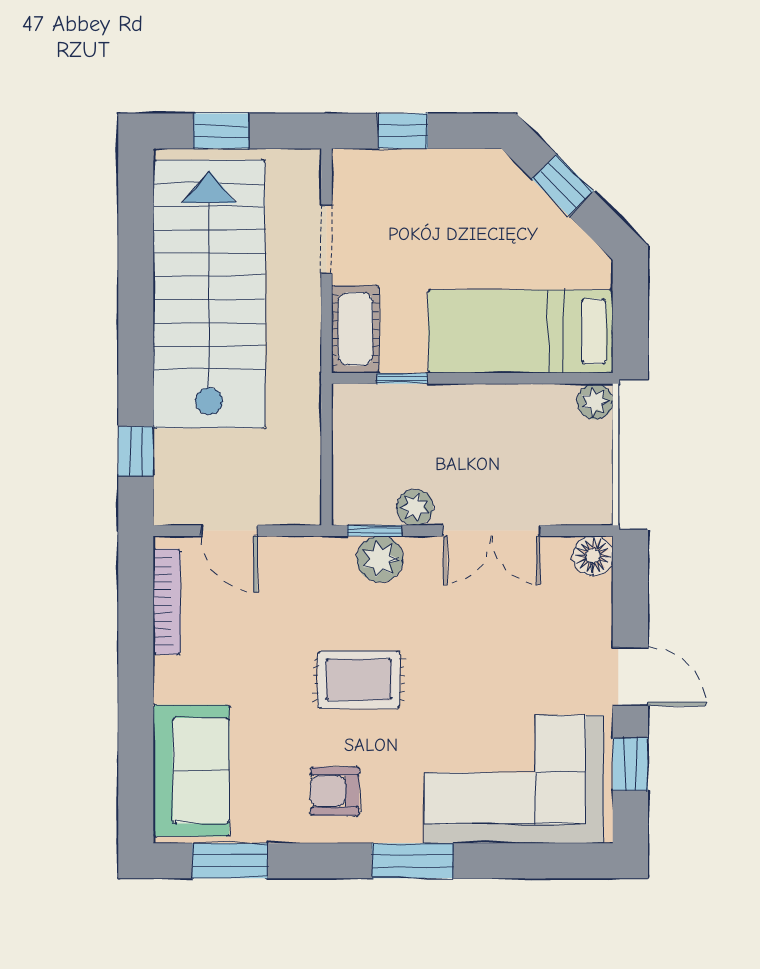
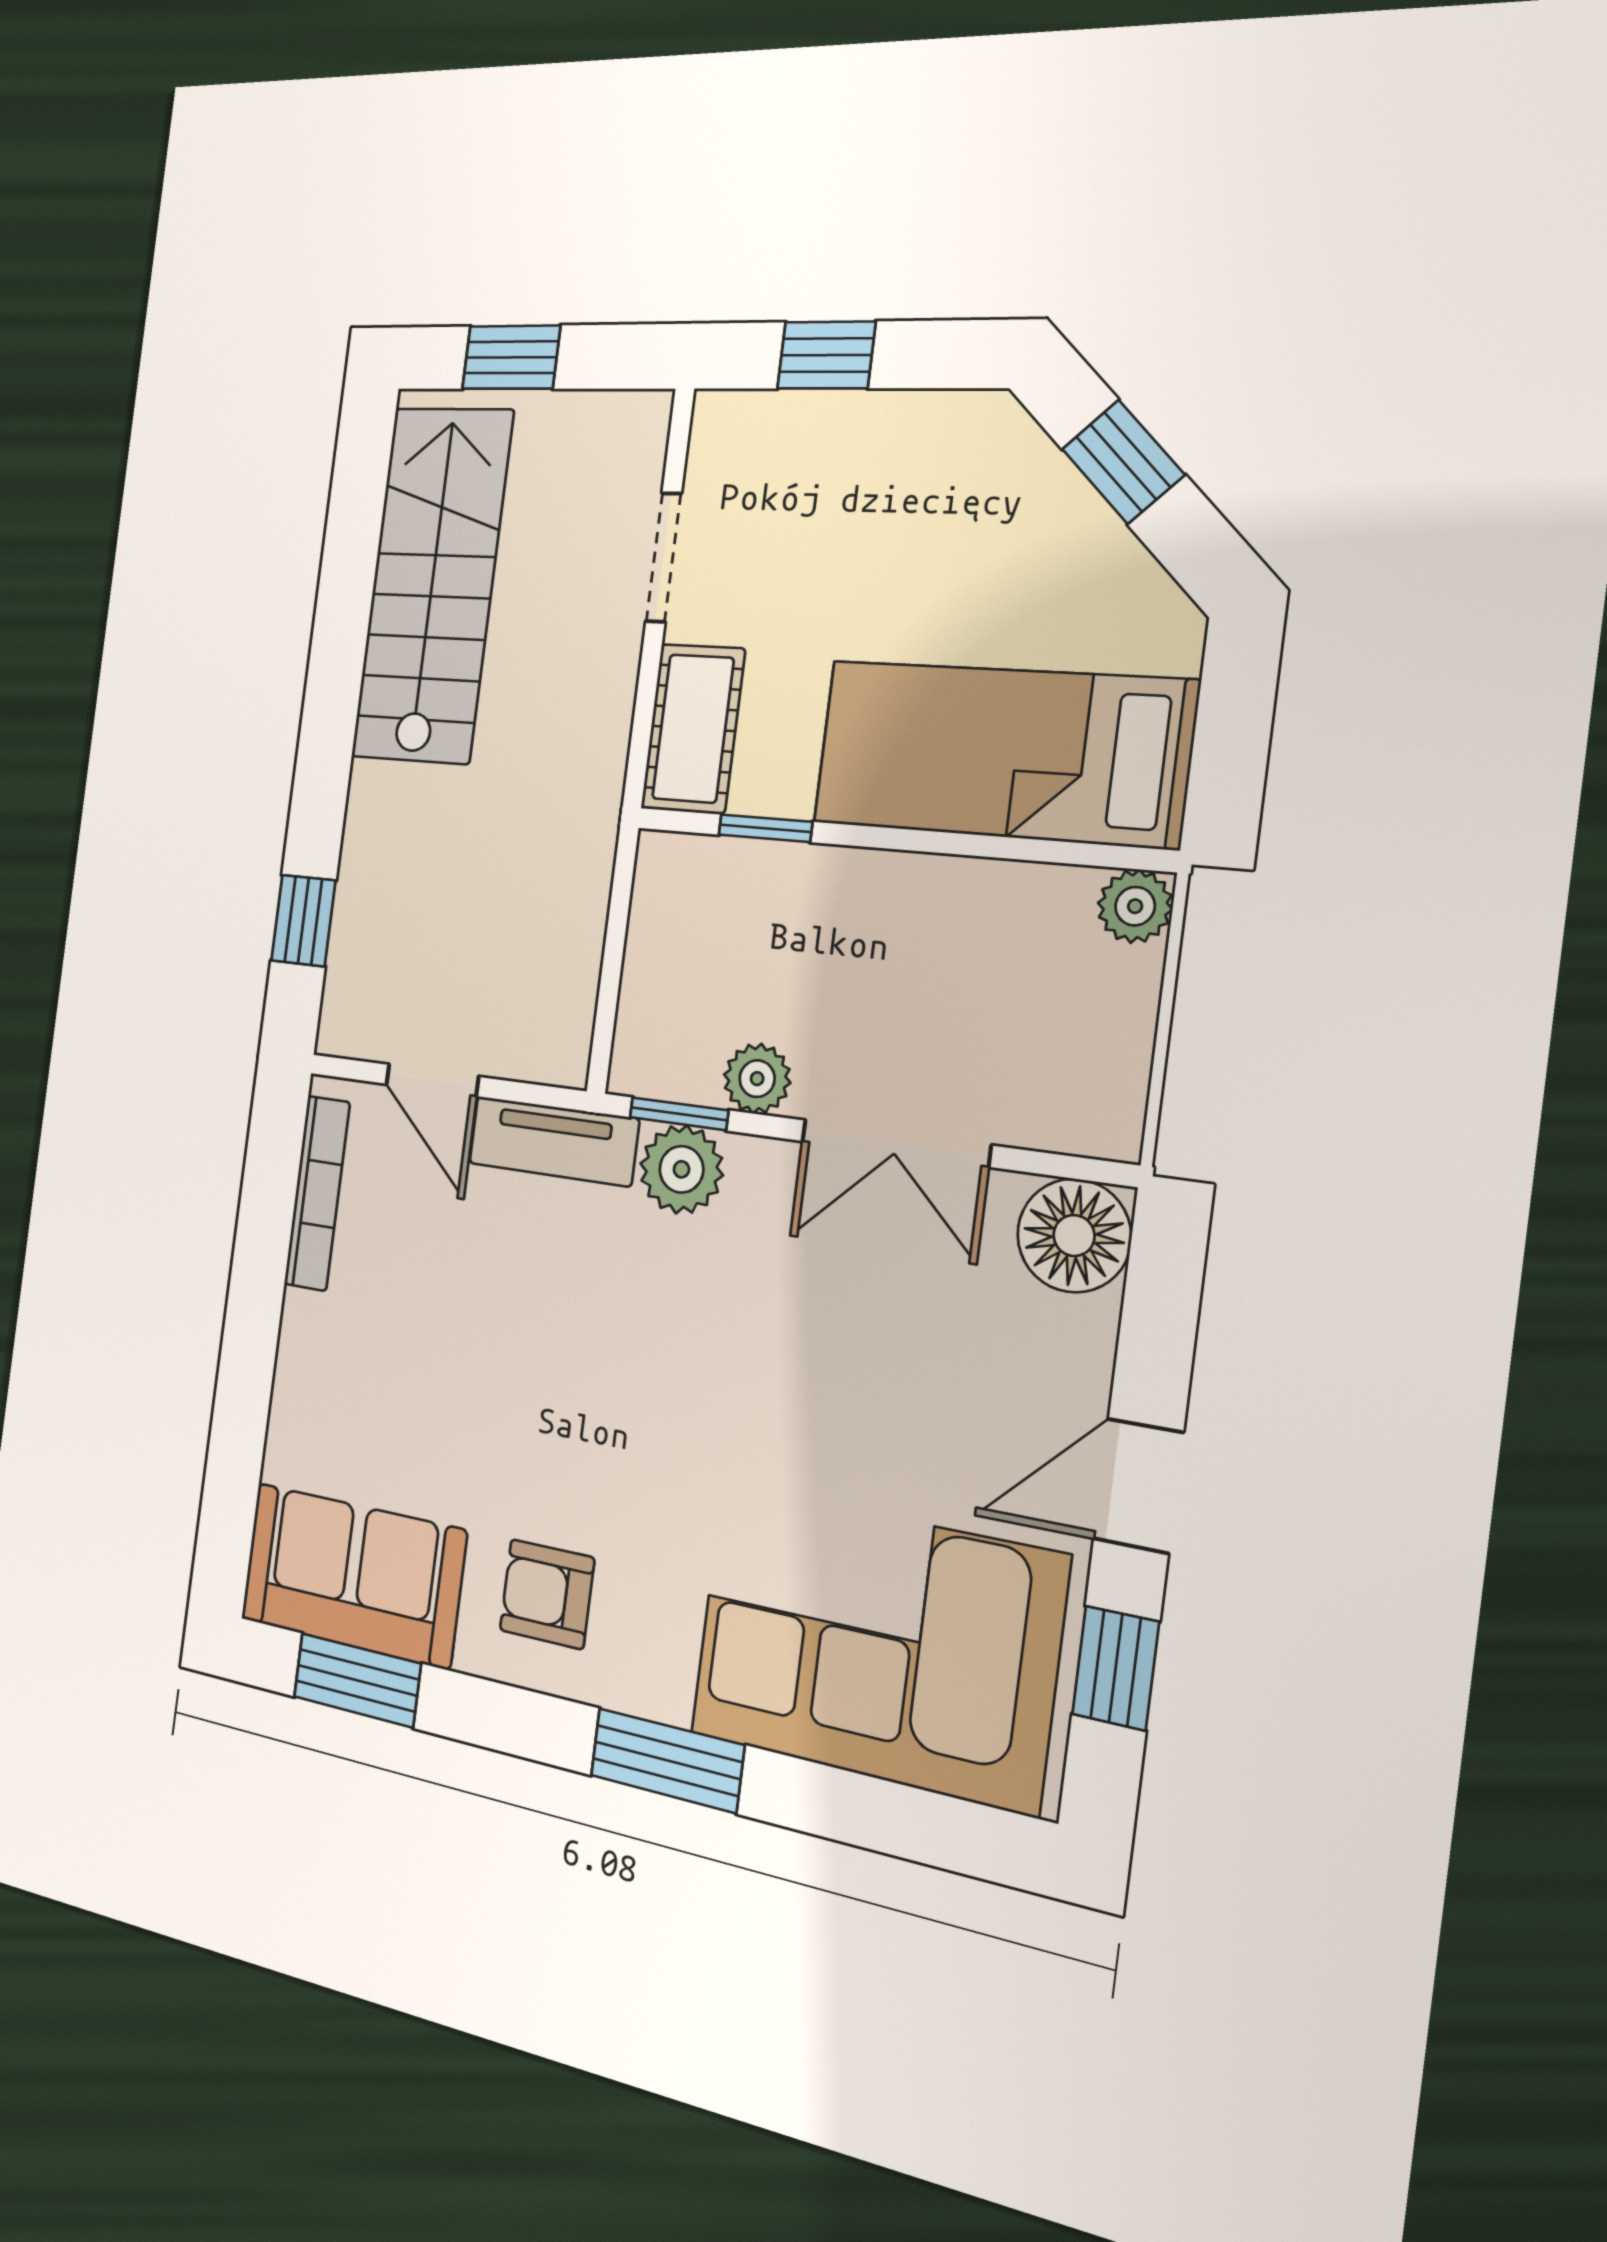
stairs: (209, 294) -> (432, 585), width x0.73, depth x0.66
tv unit: (306, 554) -> (553, 1141), added
floor lamp: (593, 556) -> (1074, 1236), width x1.38, depth x1.38
door: (630, 677) -> (1138, 1486), swing flipped
rug: (359, 680) -> (615, 1392), removed
sofa: (191, 771) -> (352, 1575), moved, turned -90

